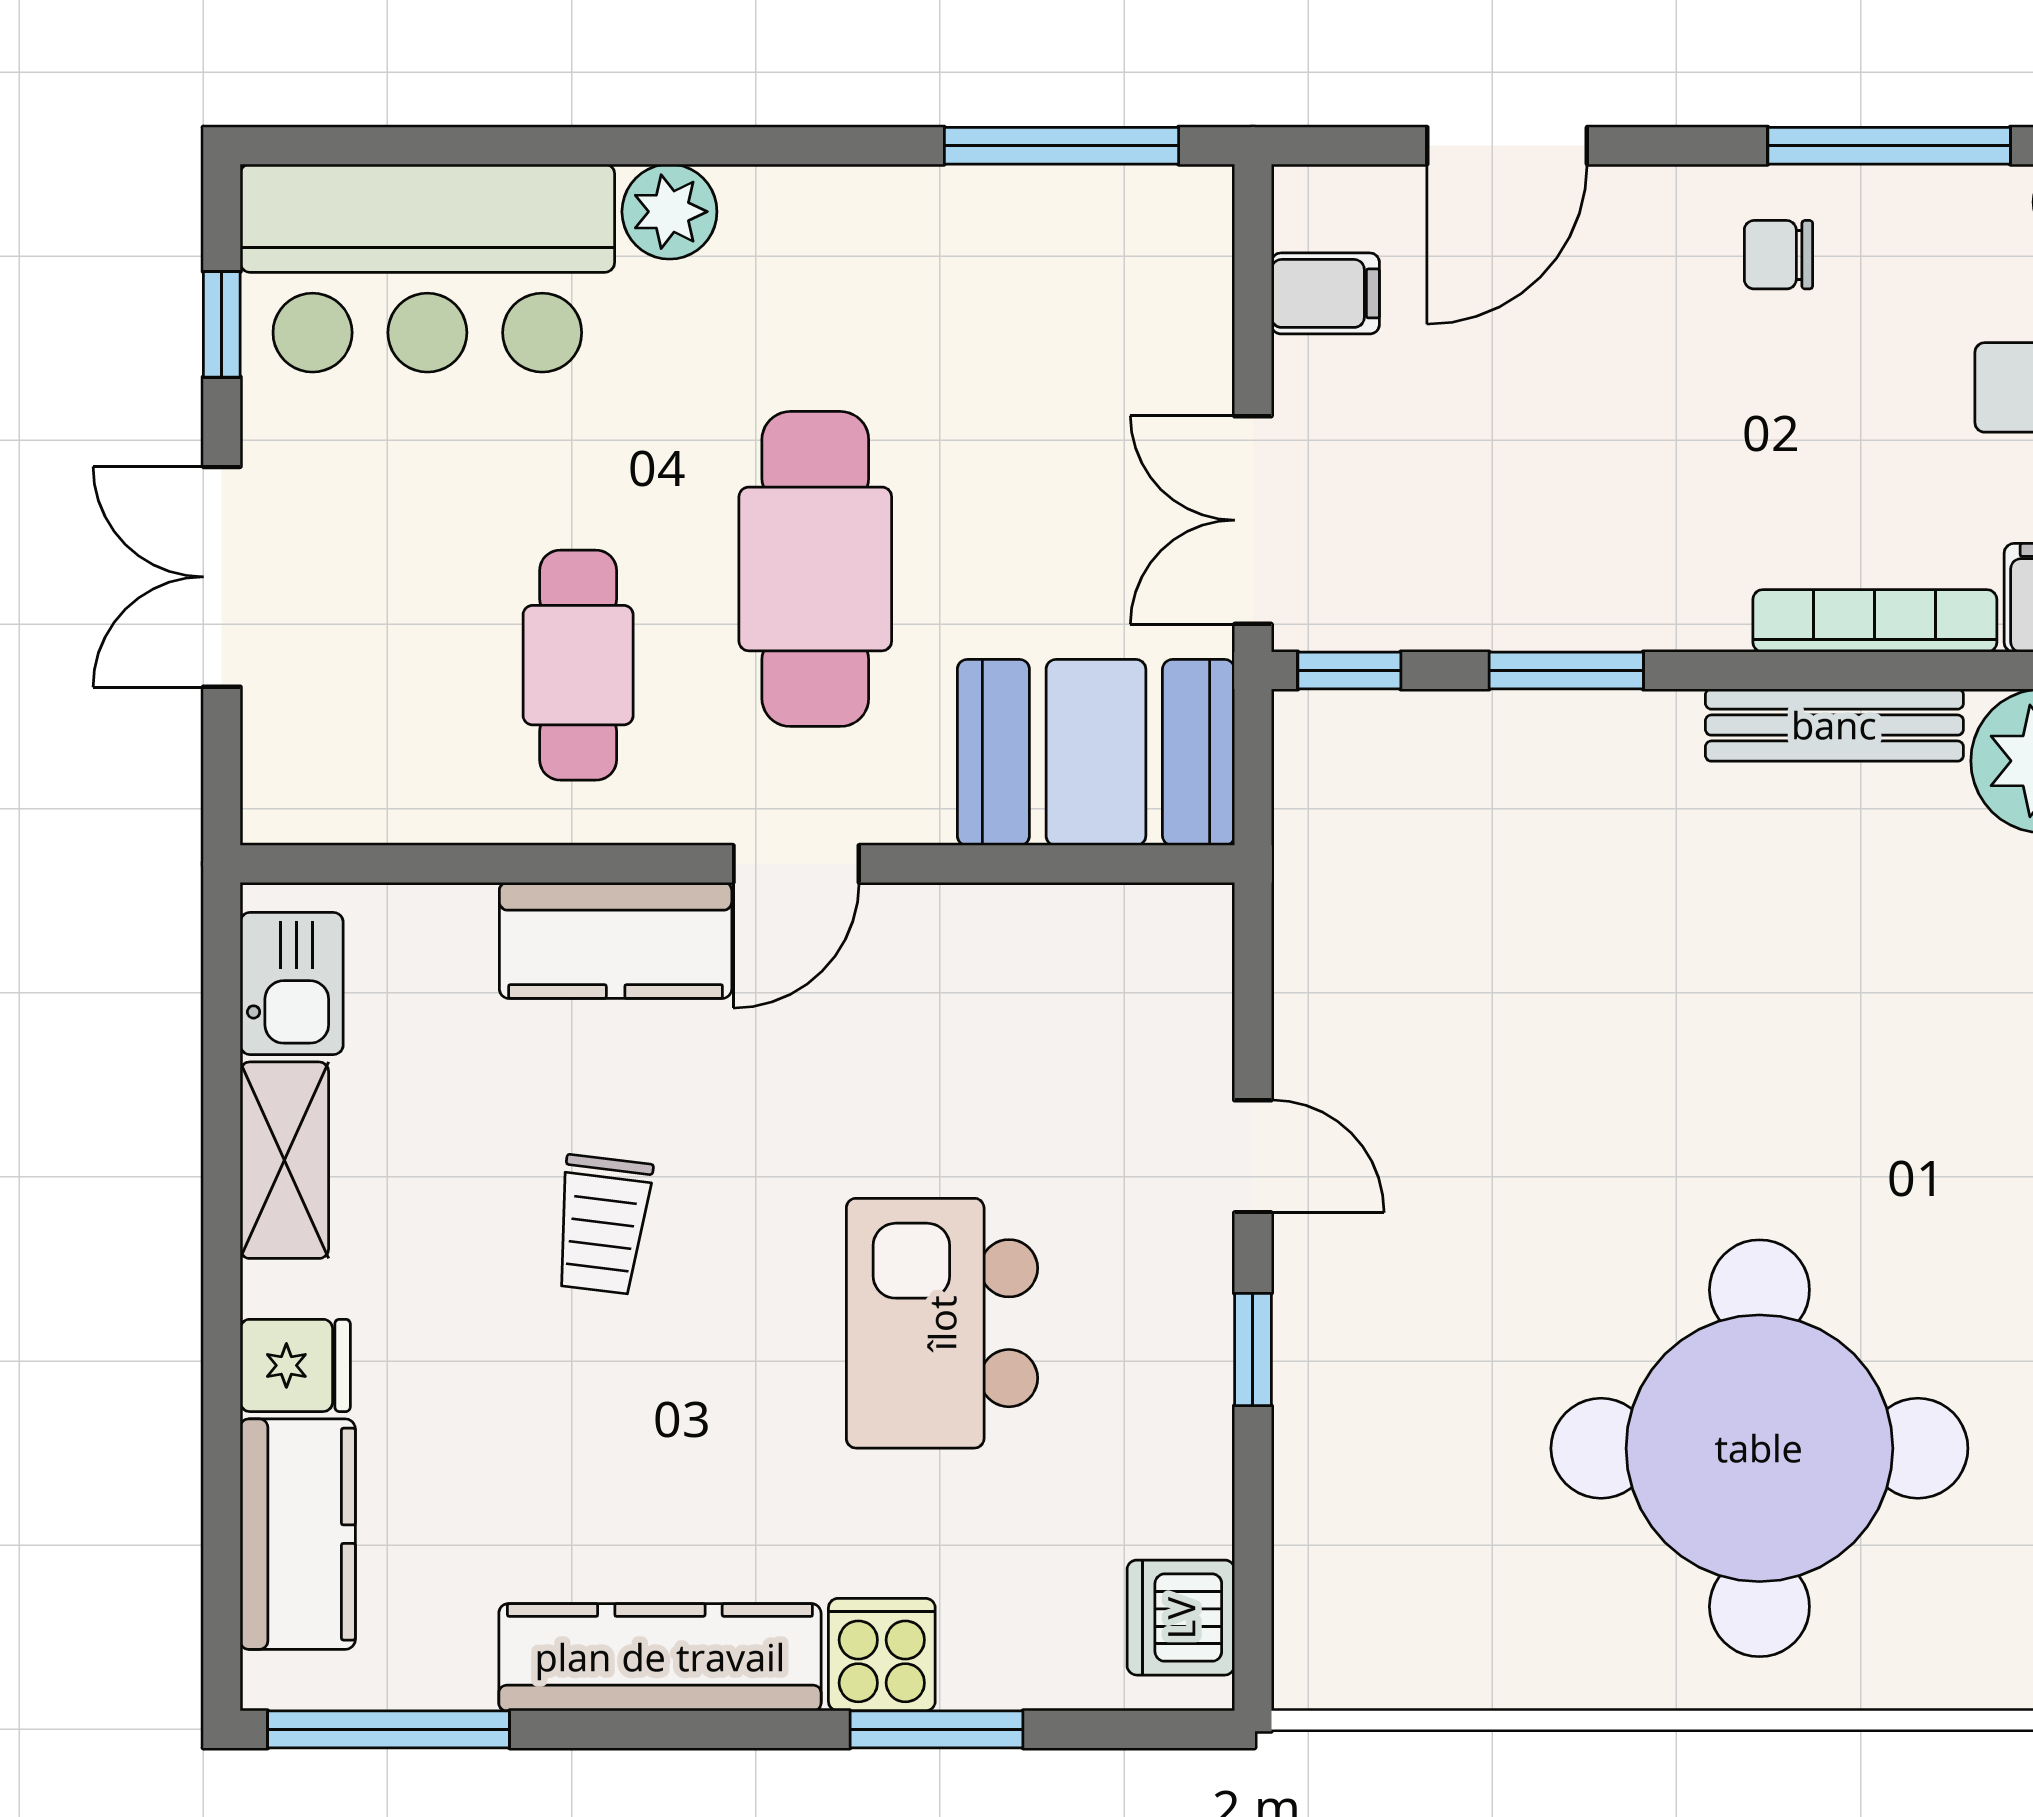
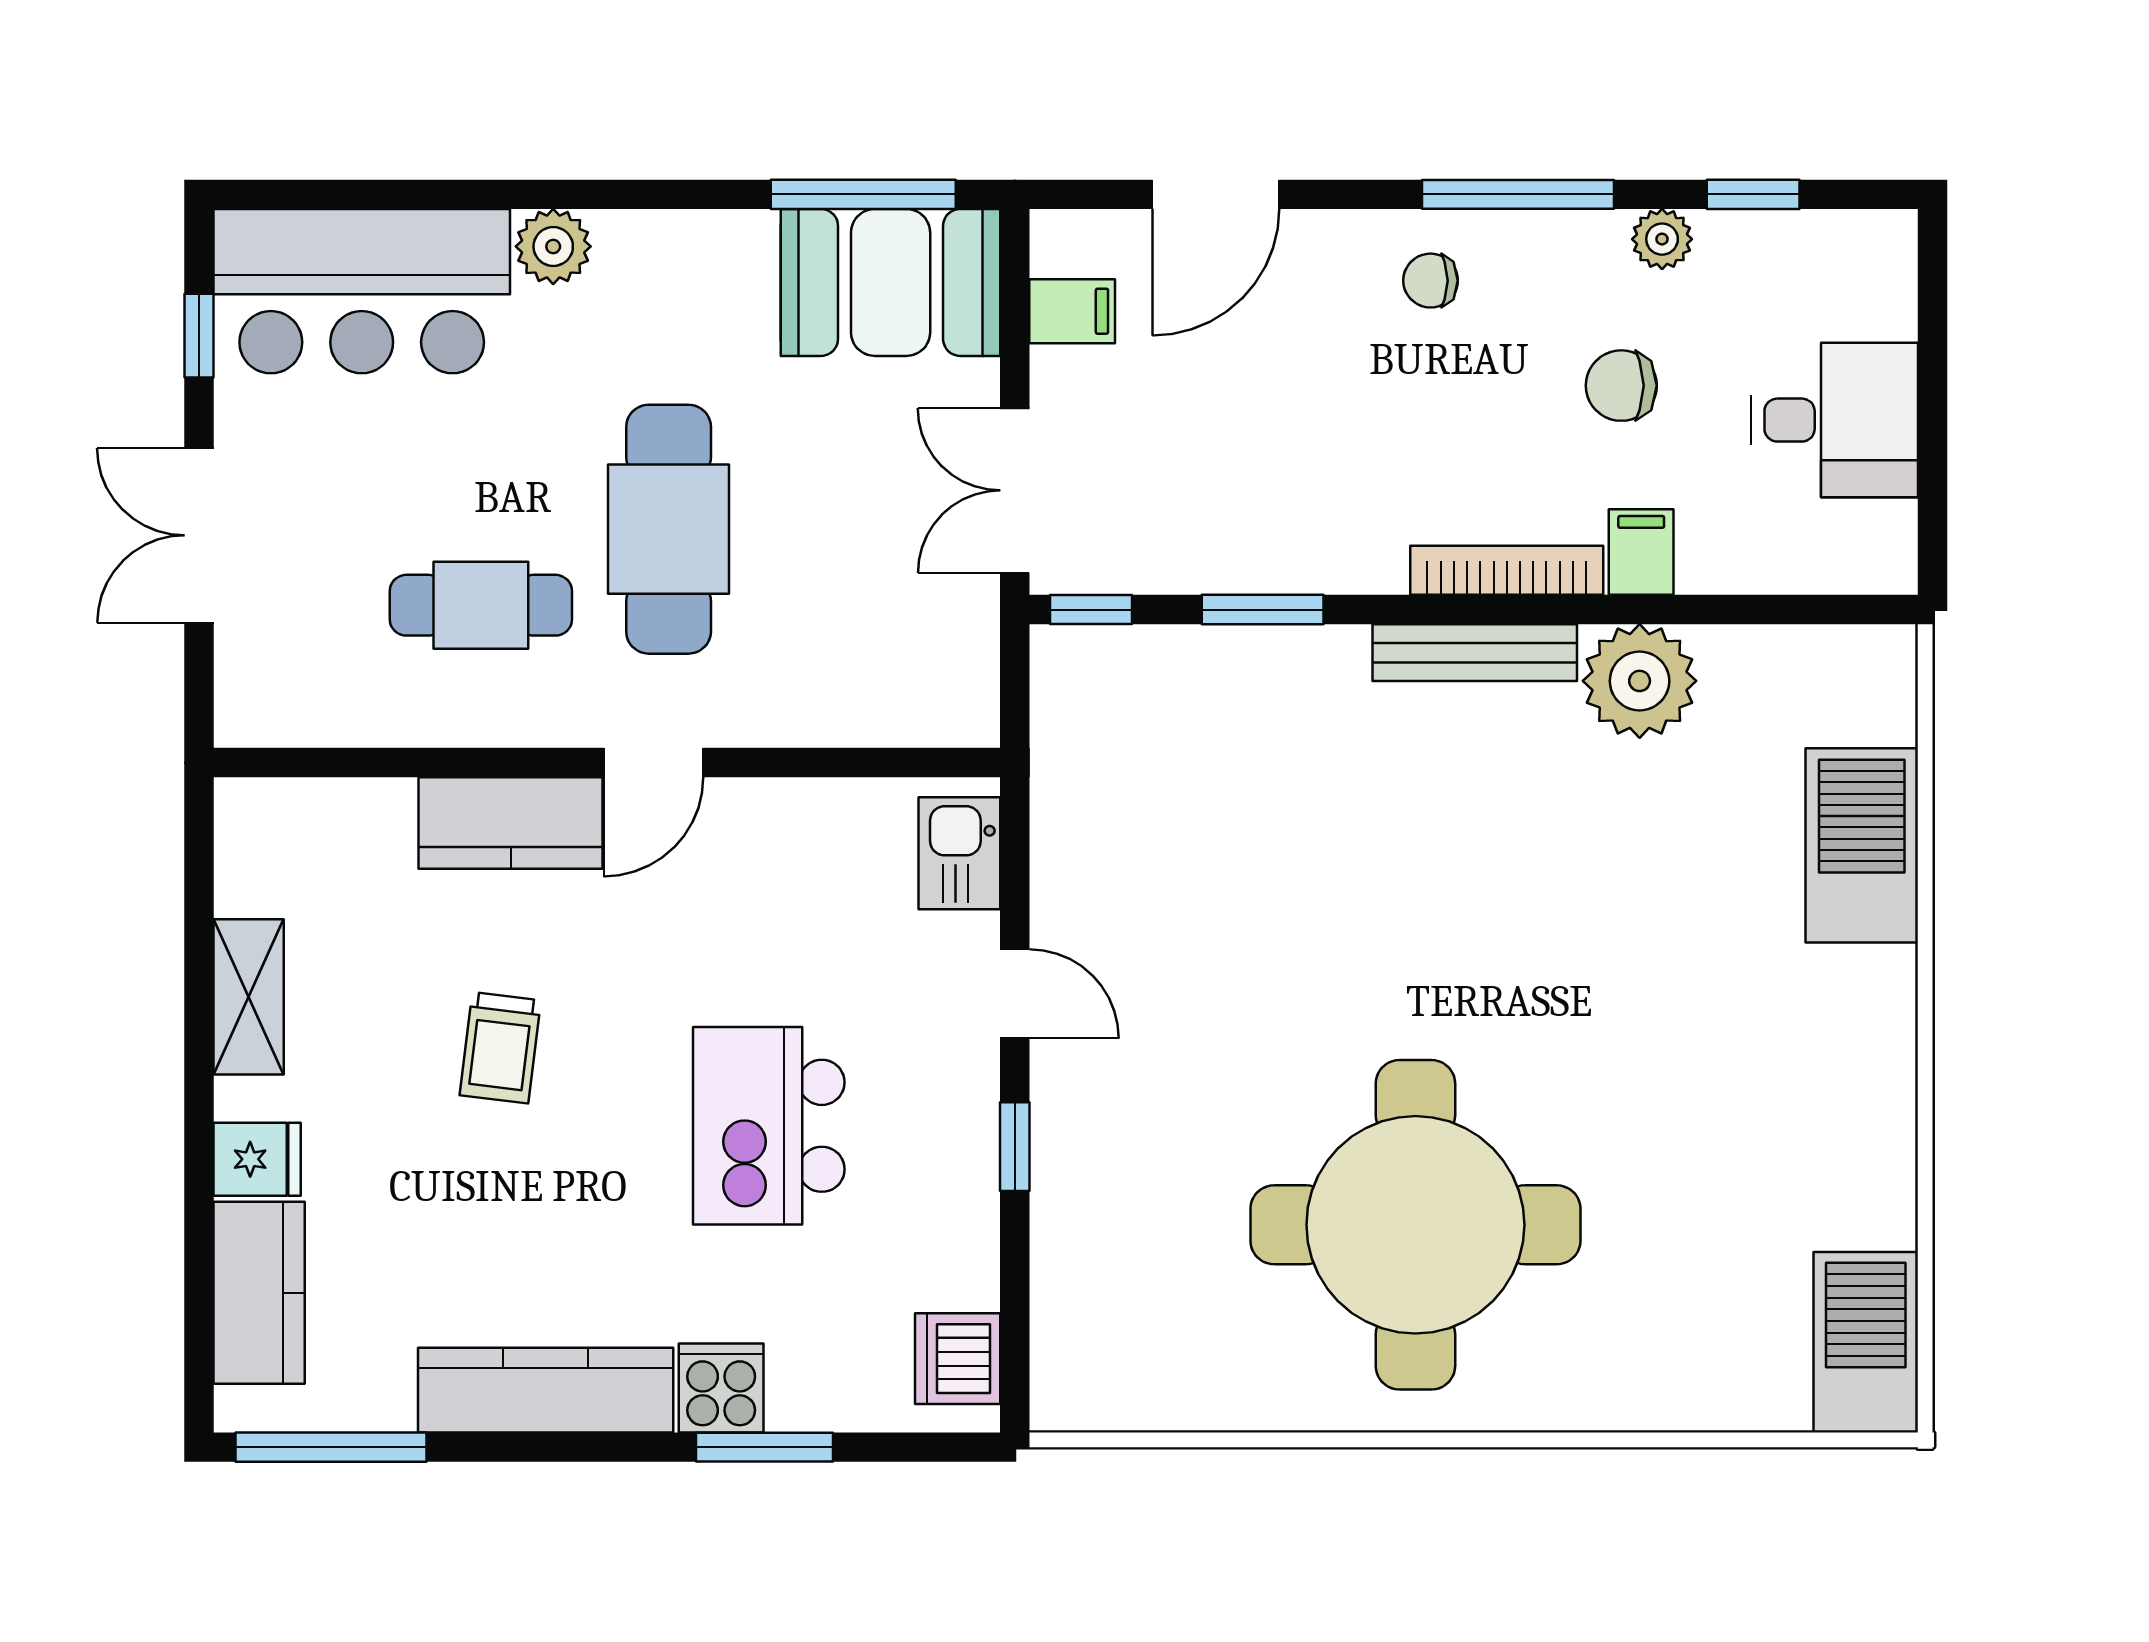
cafe table: (578, 665) -> (481, 605), turned 90
booth: (1096, 752) -> (891, 282), moved
kitchen sink: (292, 984) -> (959, 853), moved, turned 180

